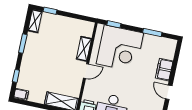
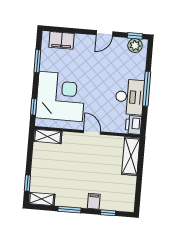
shelving: (84, 49) -> (48, 136), moved
filing cabinet: (164, 70) -> (62, 40), moved
filing cabinet: (21, 94) -> (94, 201), moved

